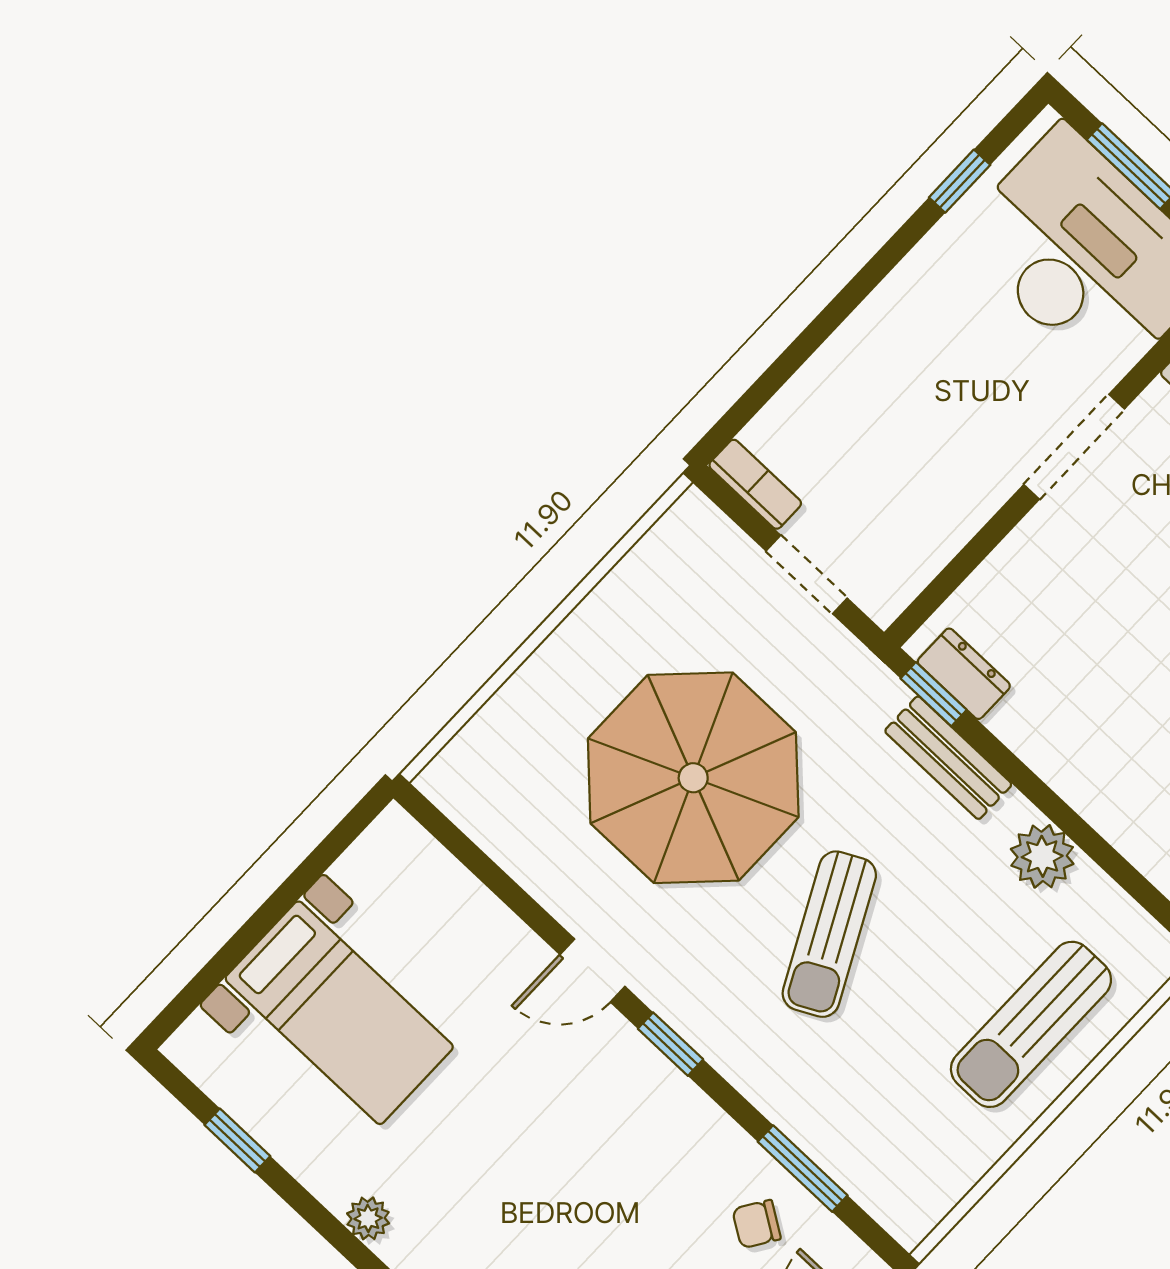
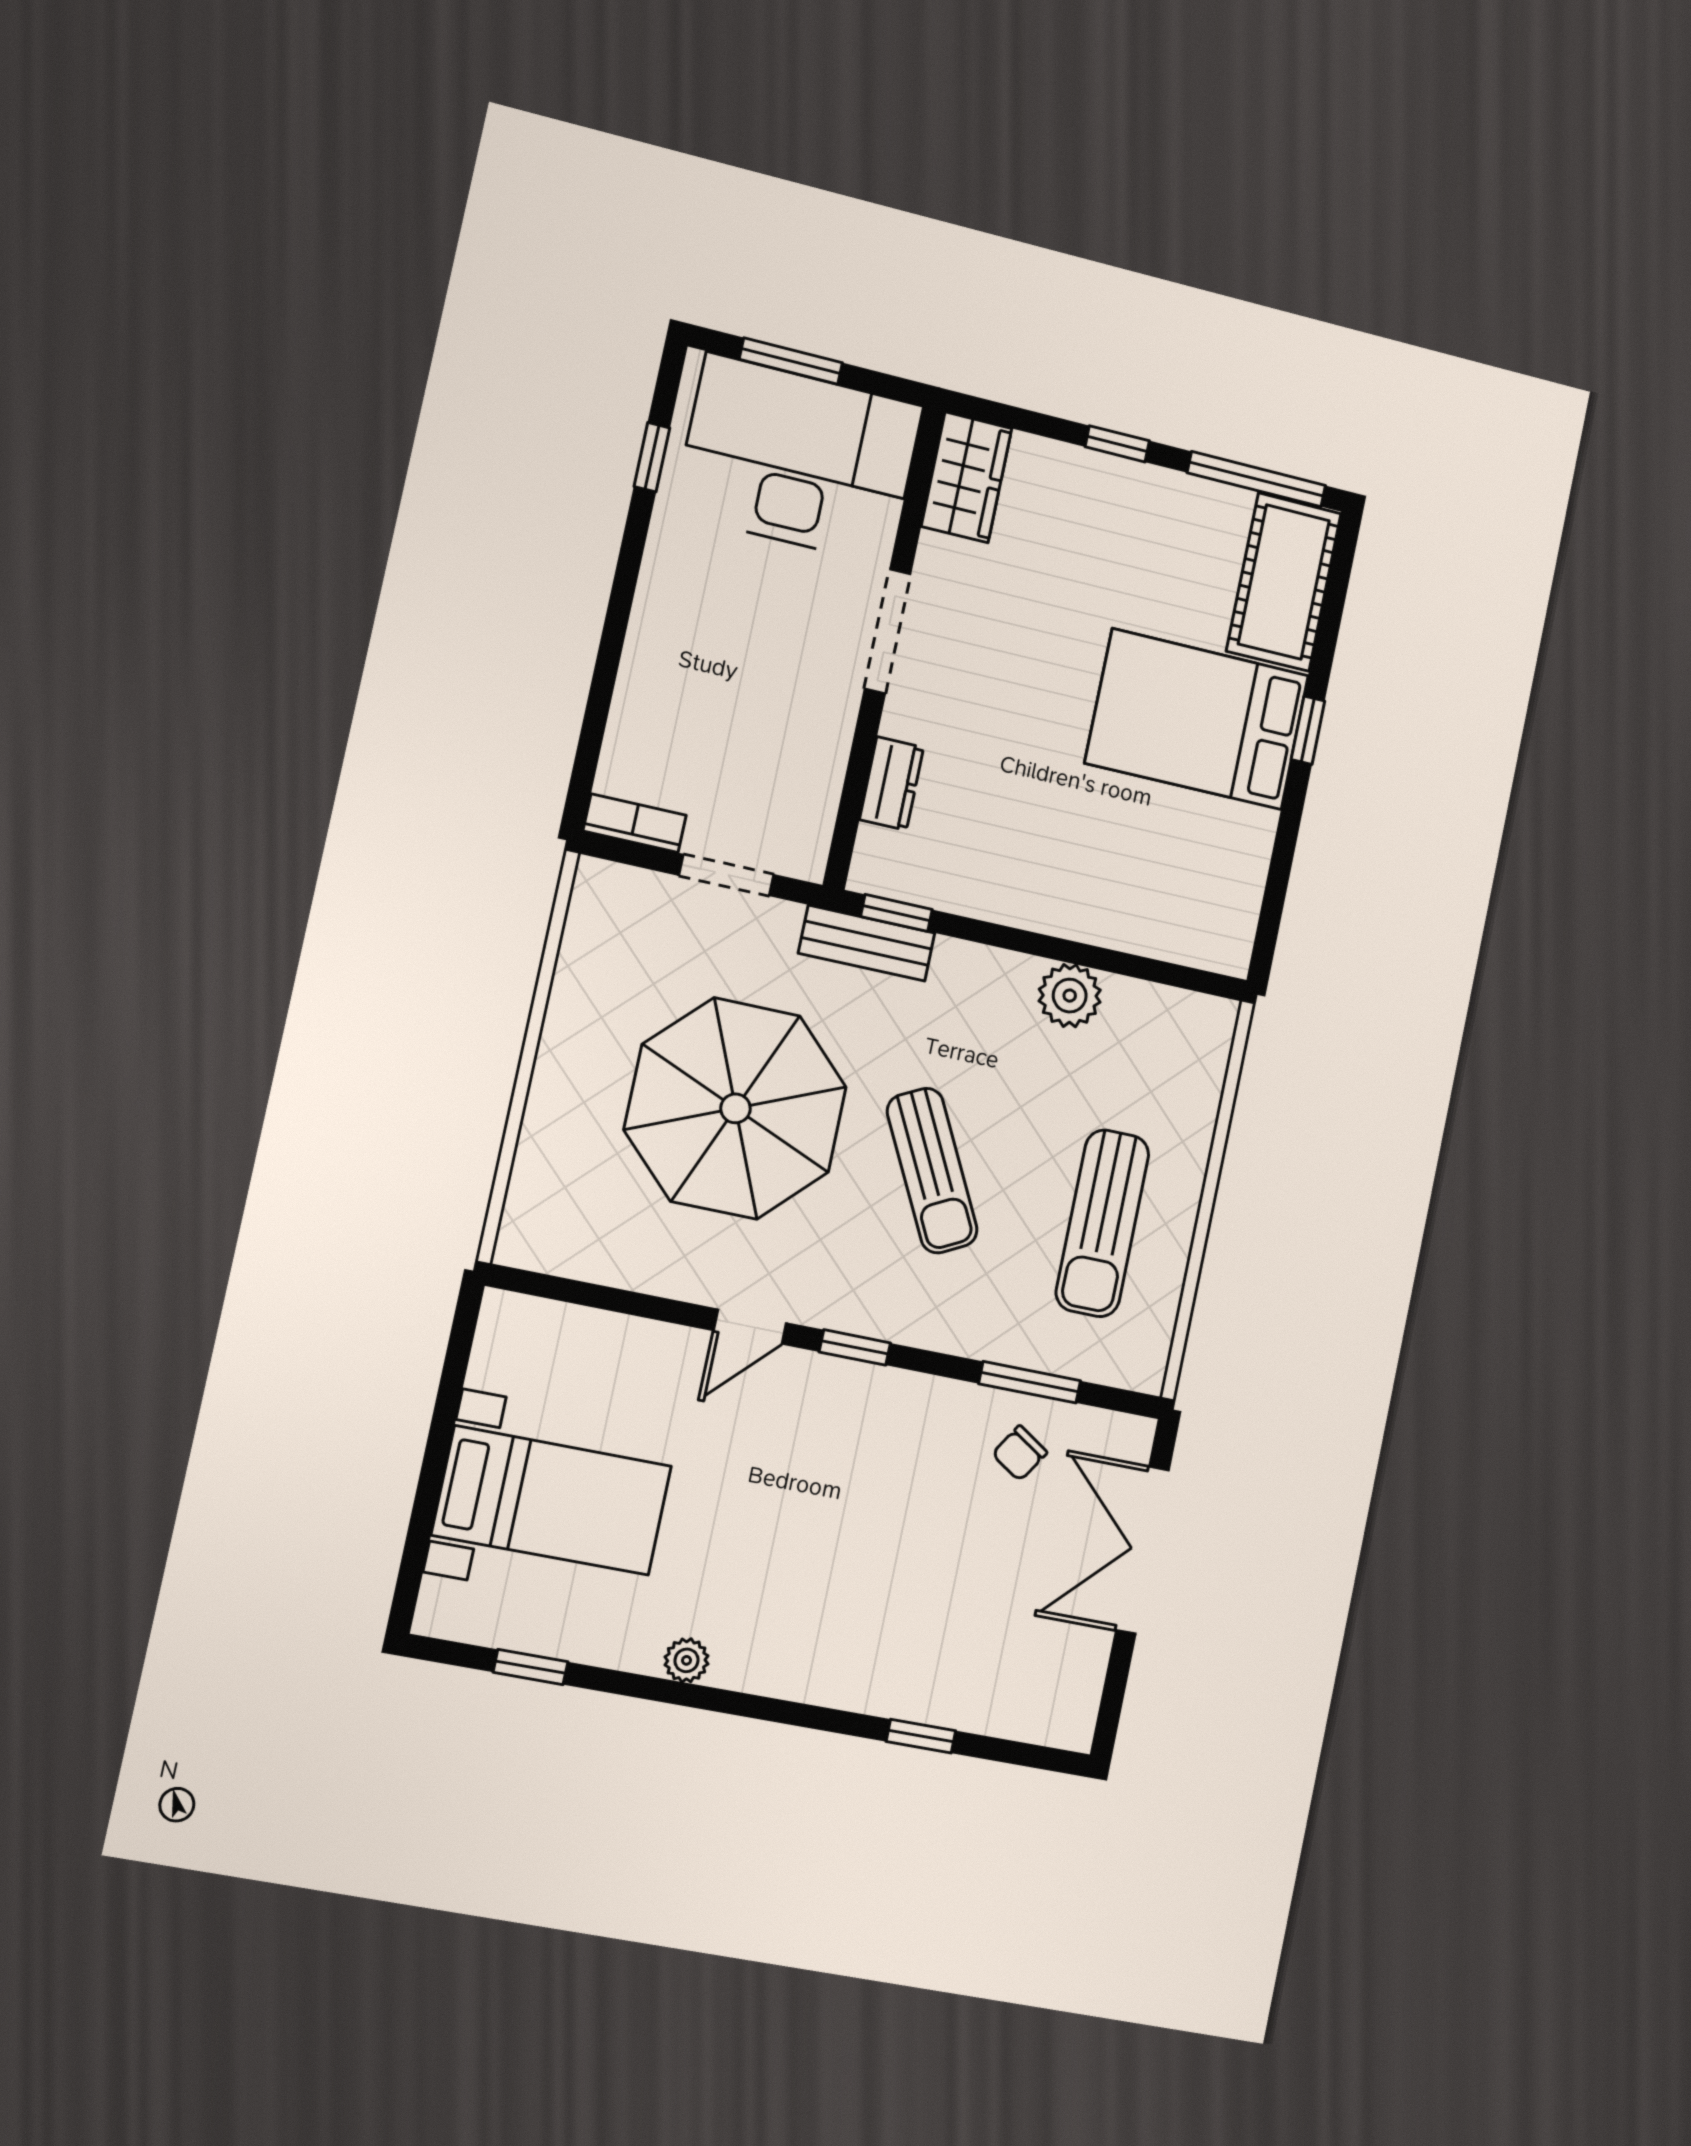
dresser: (964, 674) -> (892, 784), moved, turned 90
bench: (948, 758) -> (867, 943), moved
sun lounger: (1031, 1024) -> (1102, 1223), moved

